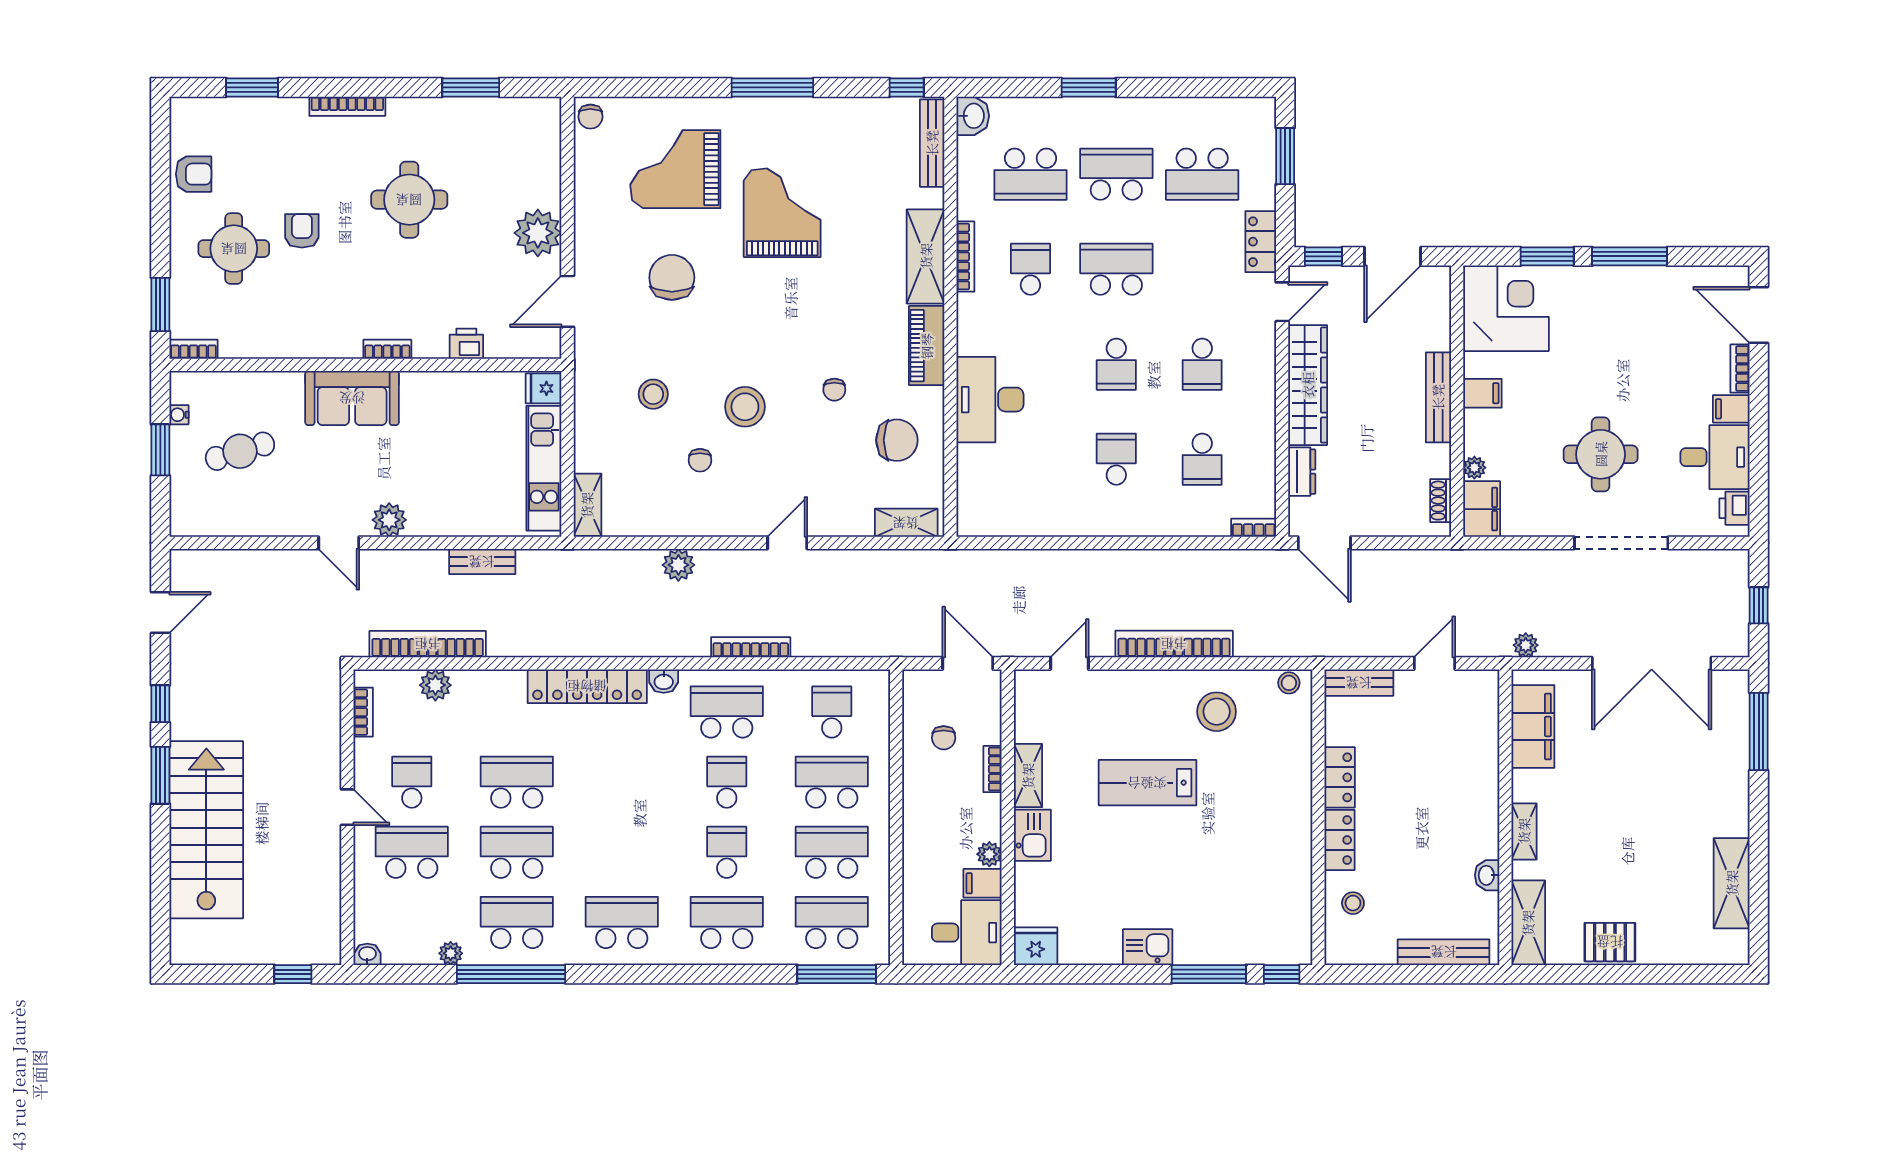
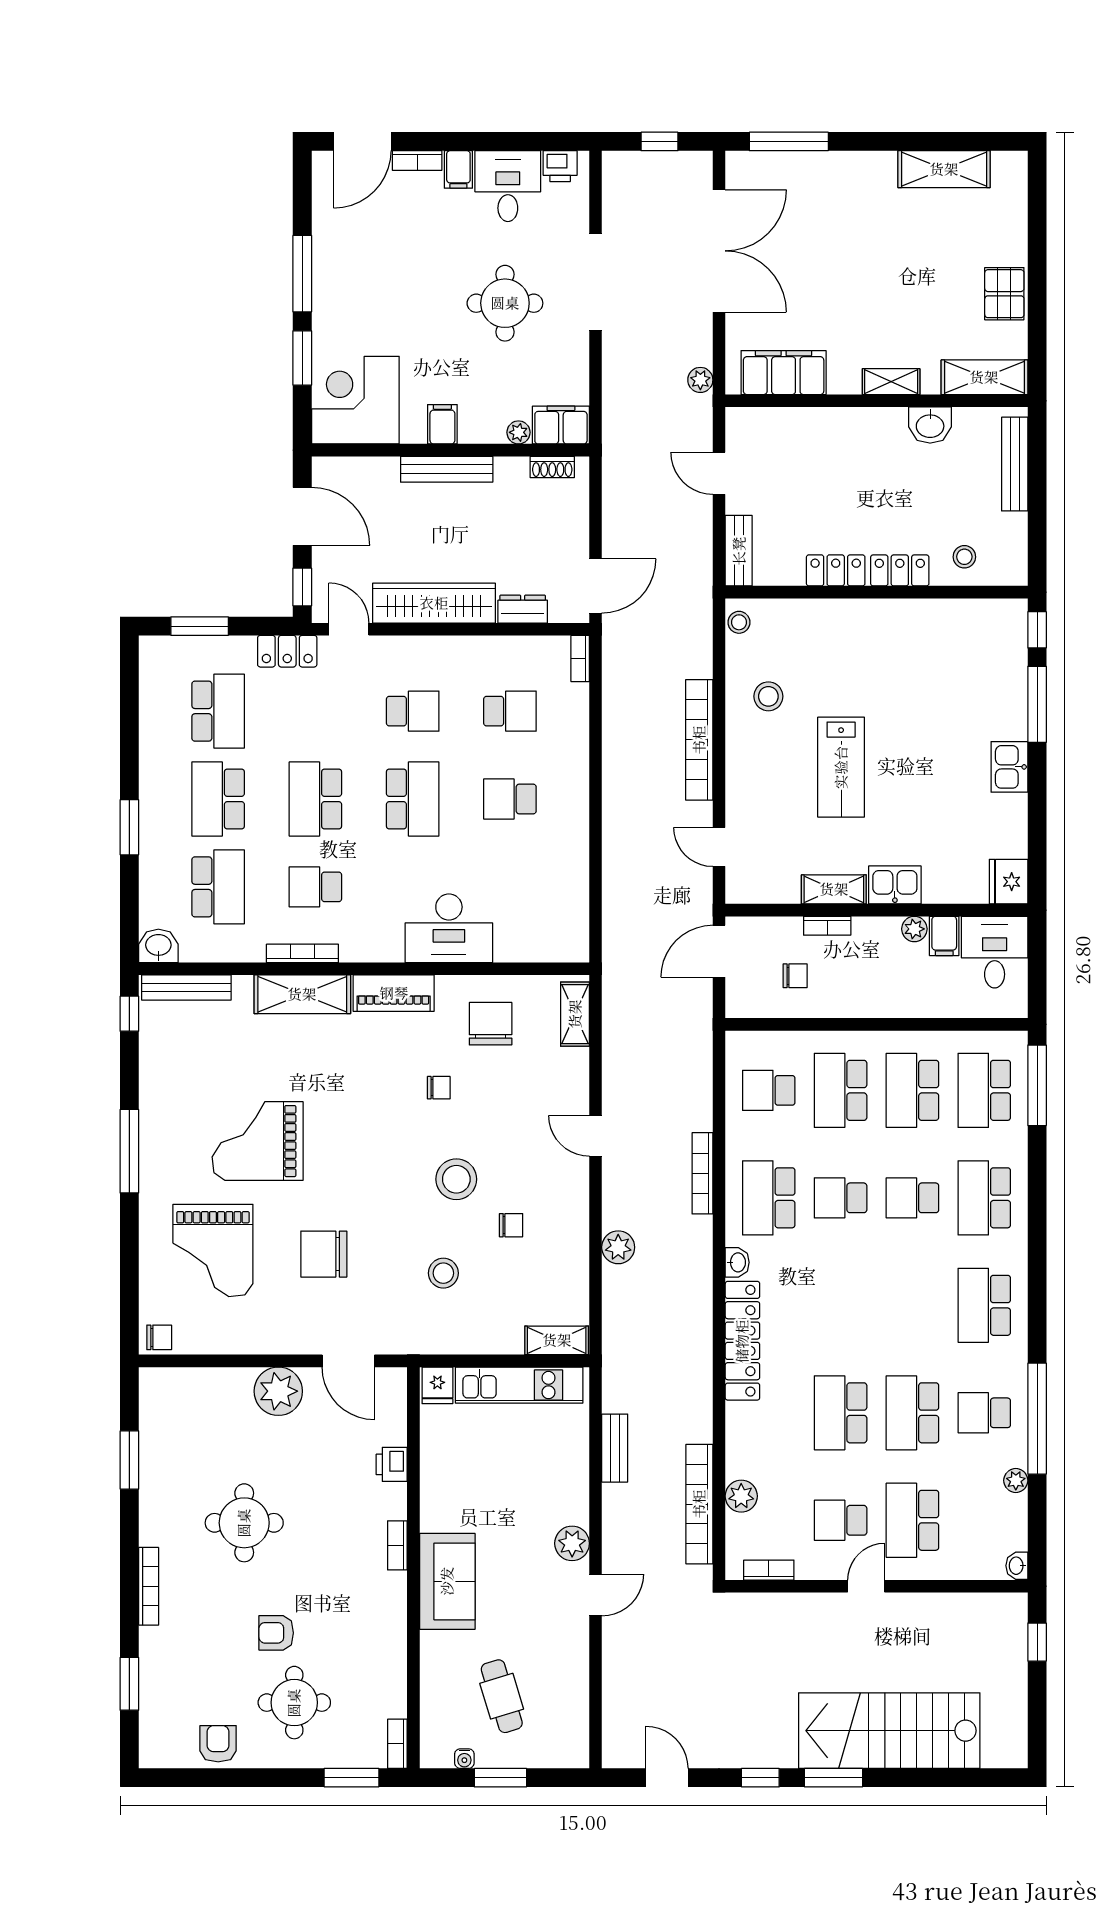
school desk: (1116, 364) -> (413, 799), width x1.85
stool: (1217, 712) -> (768, 696), width x0.73, depth x0.73
washbasin: (1487, 875) -> (930, 425), width x1.38, depth x1.45
school desk: (517, 922) -> (984, 1413), width x0.54

